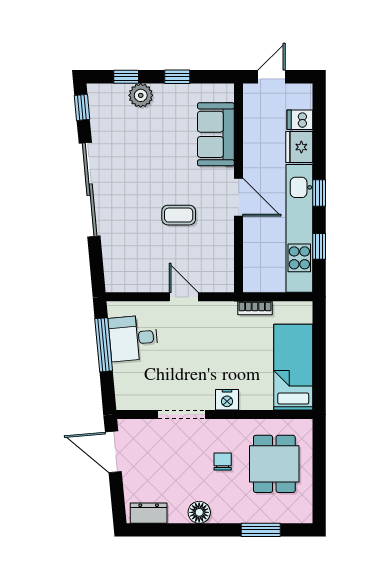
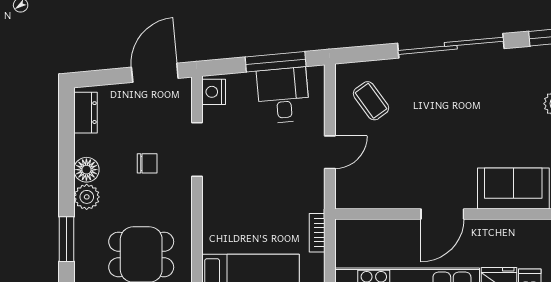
coffee table: (179, 215) -> (371, 101), moved, turned -36
nightstand: (227, 400) -> (214, 92), moved
chair: (223, 462) -> (147, 163), moved
plant: (223, 512) -> (87, 197), added

